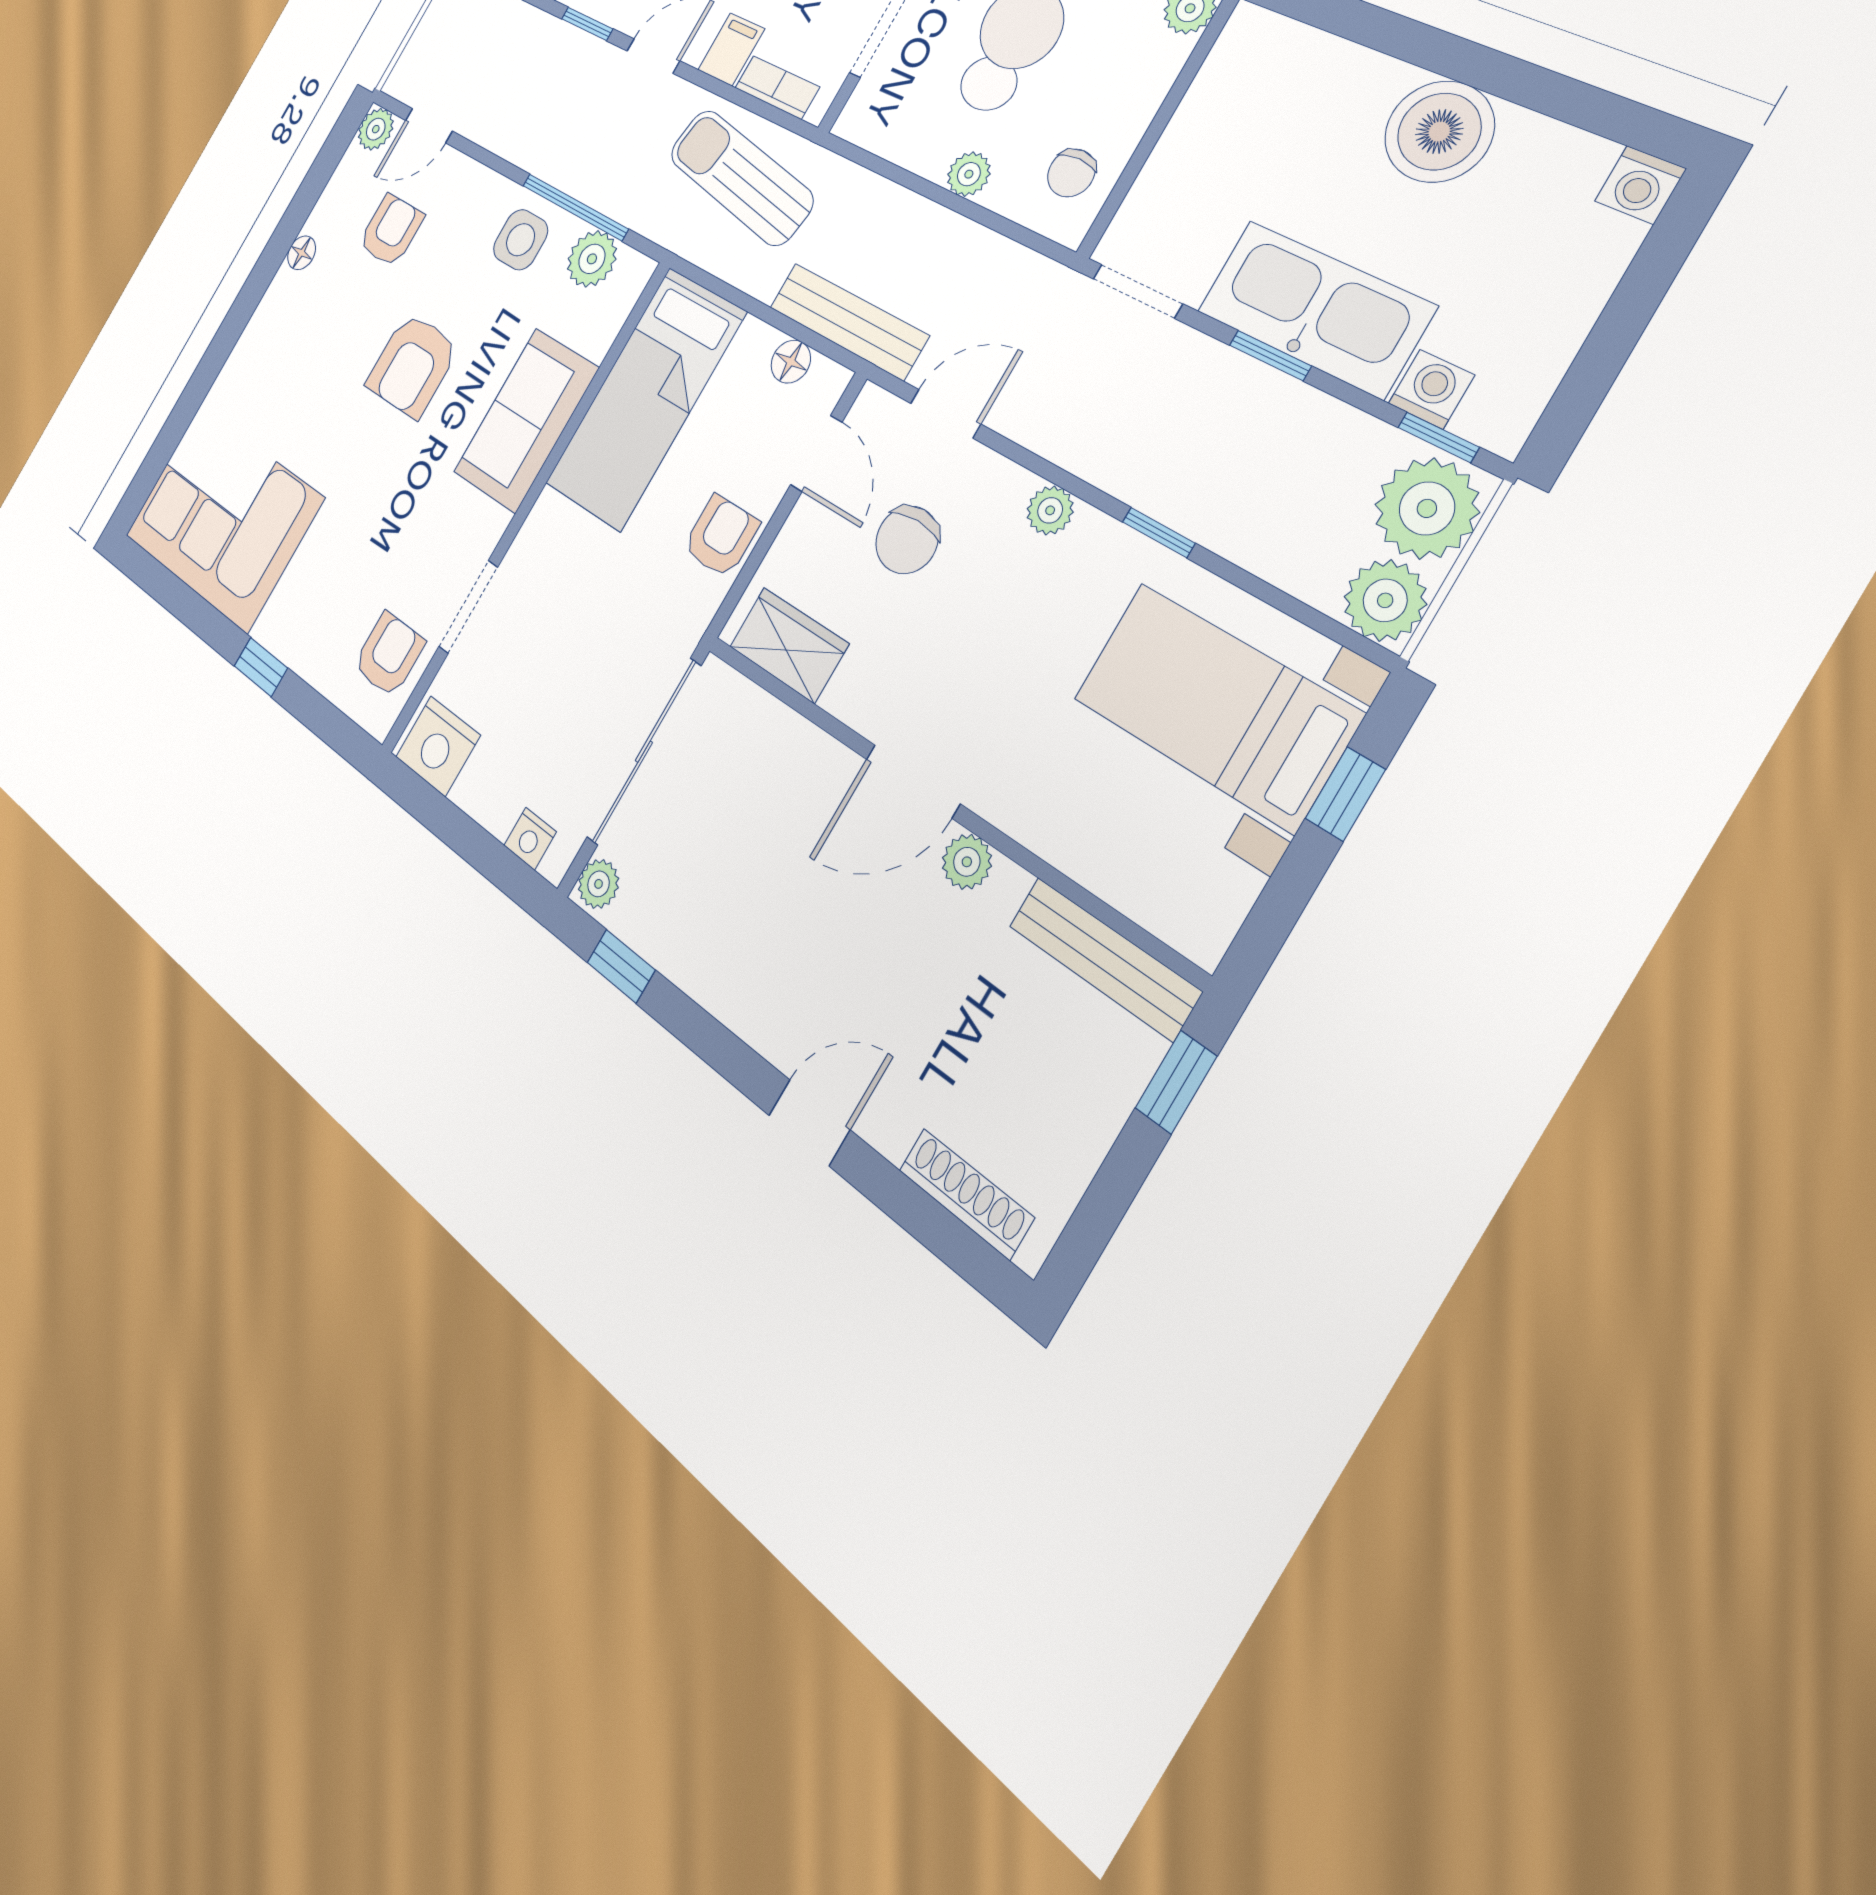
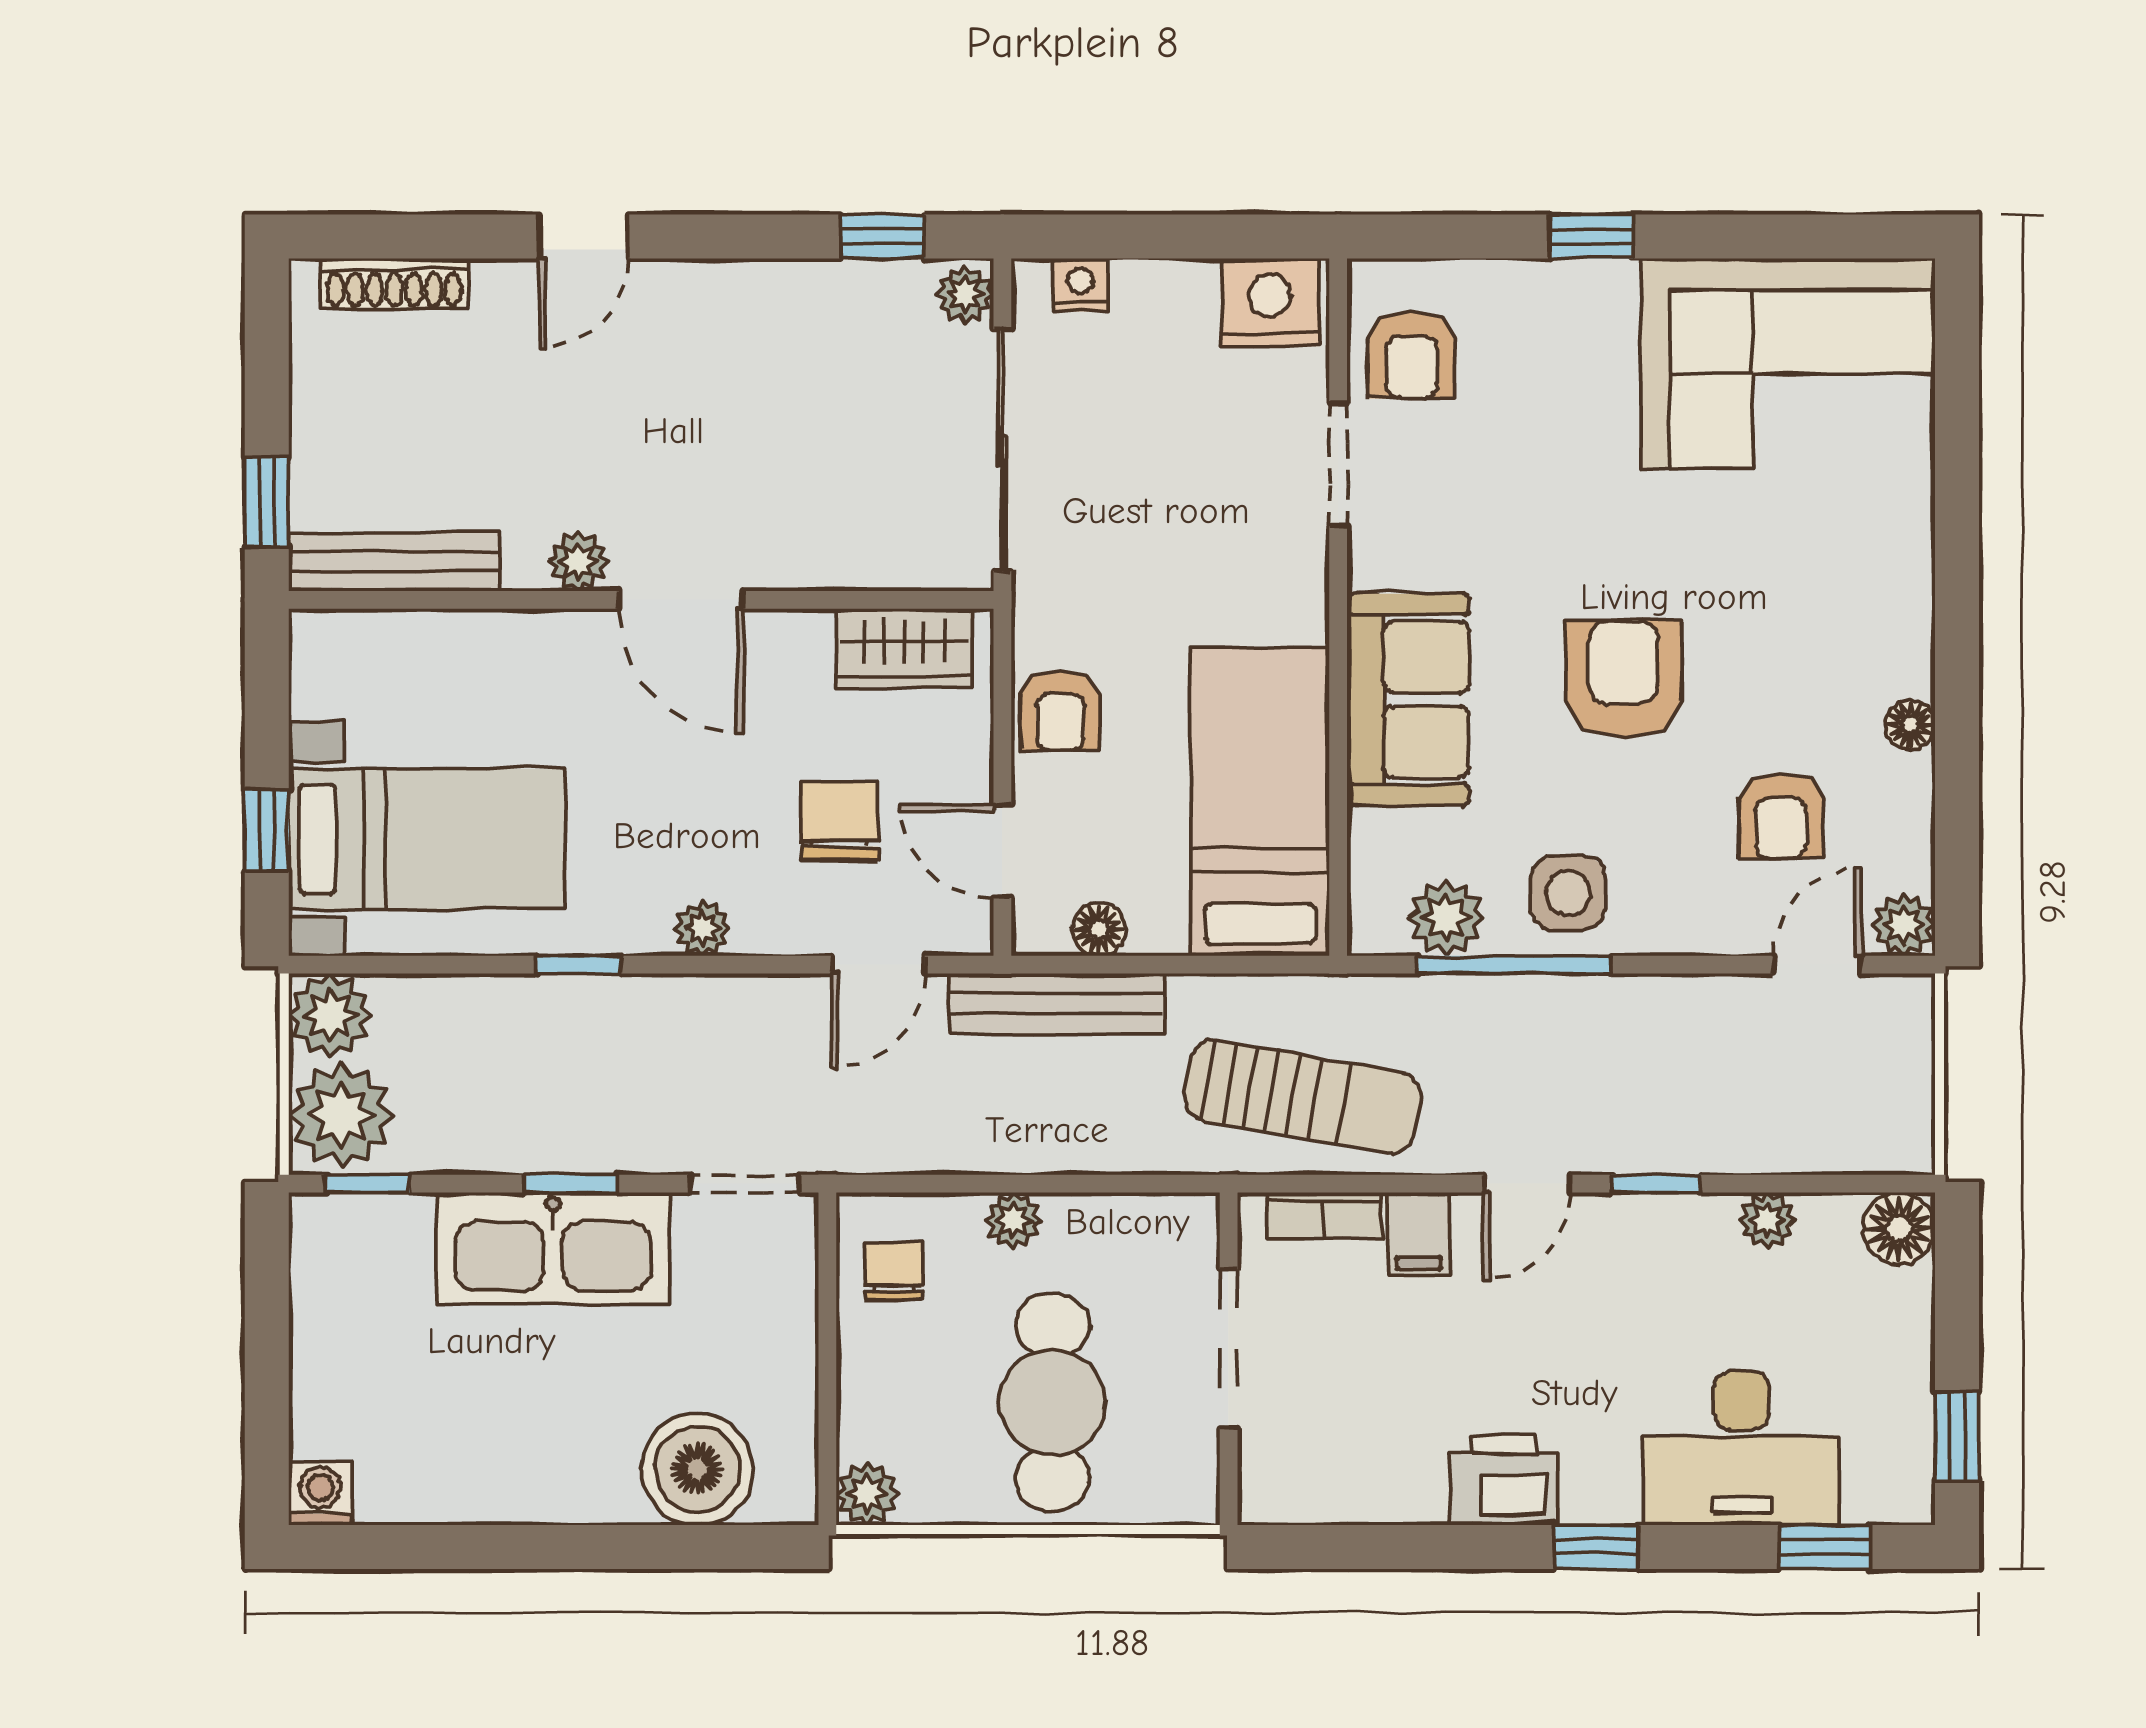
boiler: (1439, 132) -> (697, 1469), moved
washing machine: (1431, 389) -> (399, 1224), removed
door: (913, 781) -> (681, 600), swing flipped

